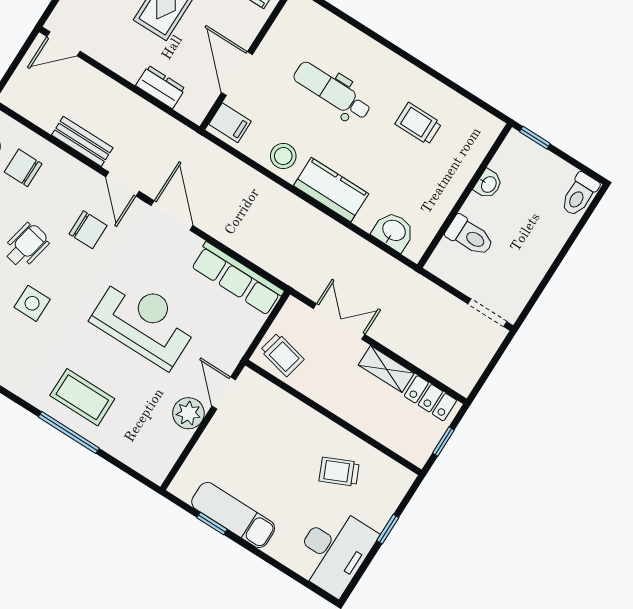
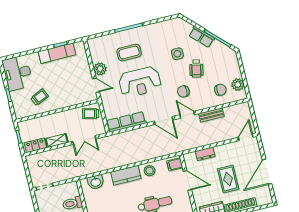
coffee table: (82, 397) -> (129, 52), moved

